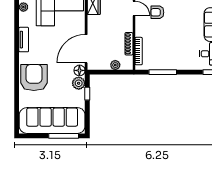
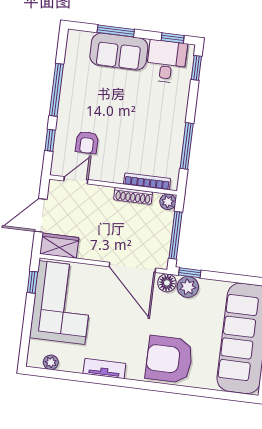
plant: (115, 65) -> (168, 202), moved
window: (109, 72) -> (176, 235), added
window: (87, 94) -> (190, 273), moved

